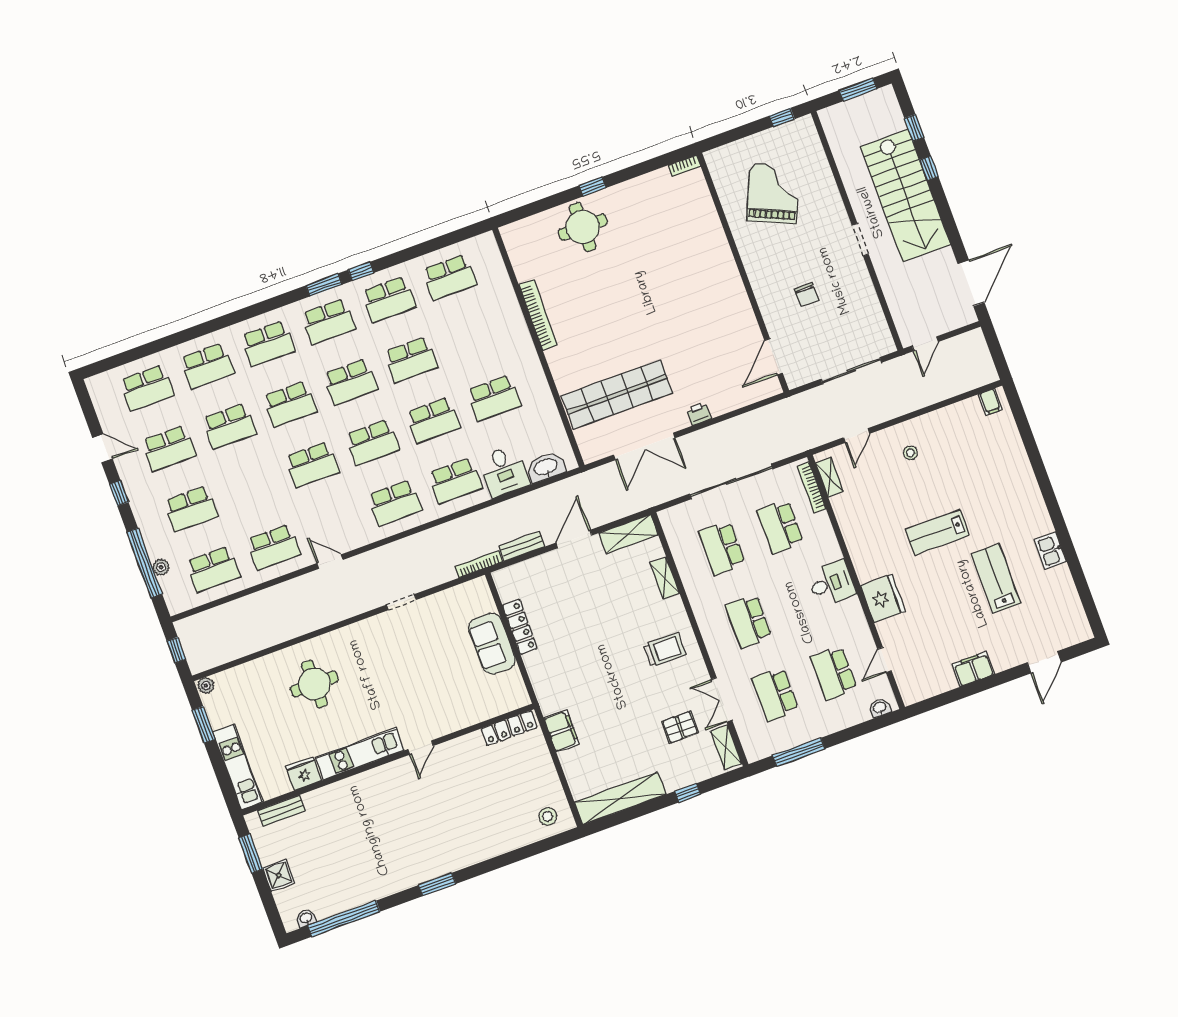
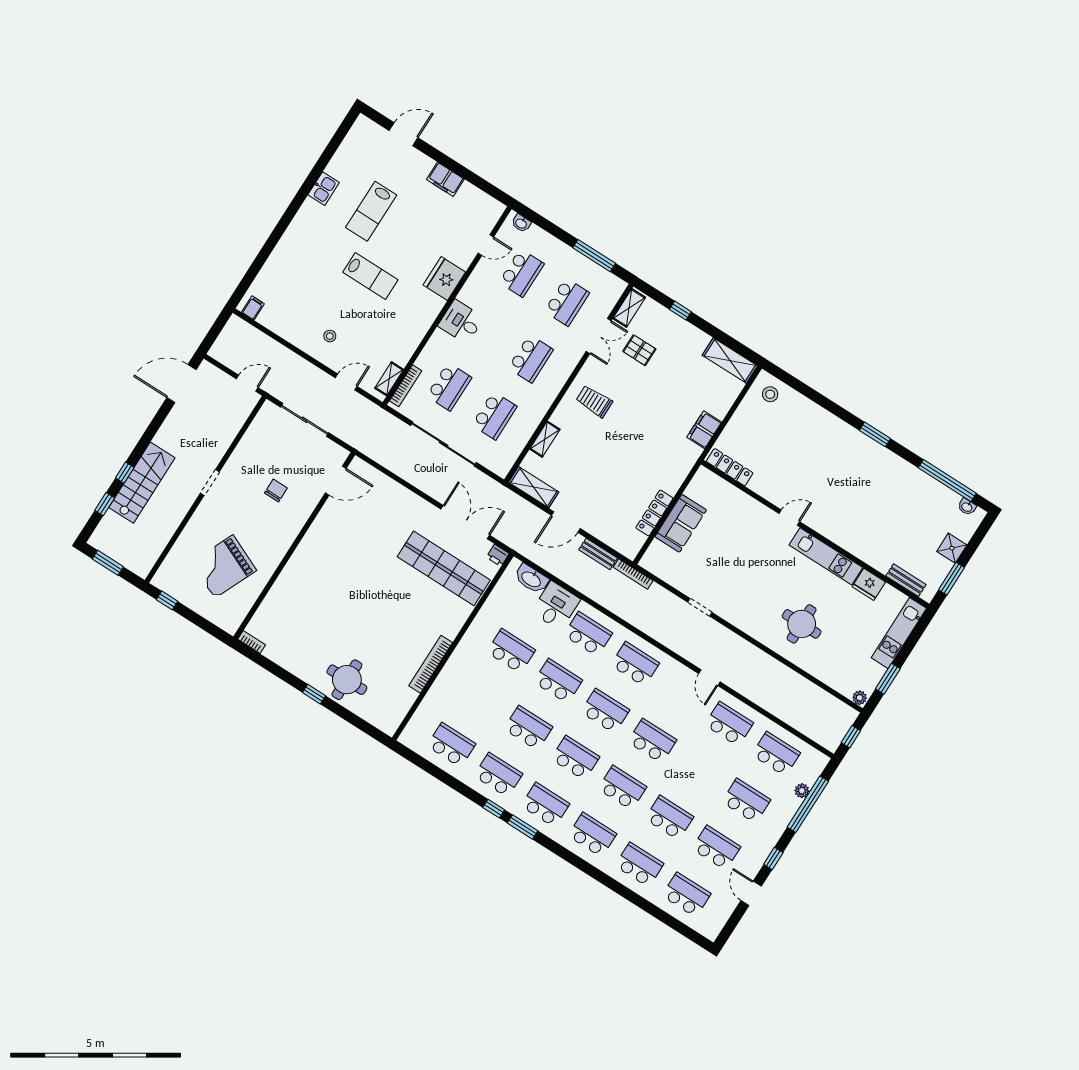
stairs: (905, 196) -> (142, 483), width x0.73, depth x0.66
printer: (699, 414) -> (498, 555), moved
shelving: (620, 798) -> (730, 361), width x0.68

